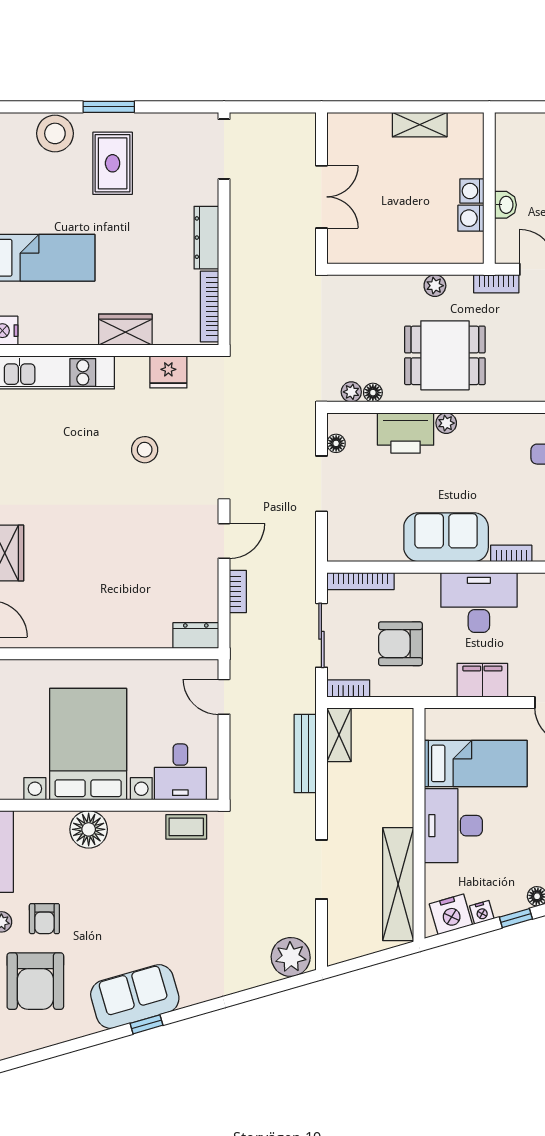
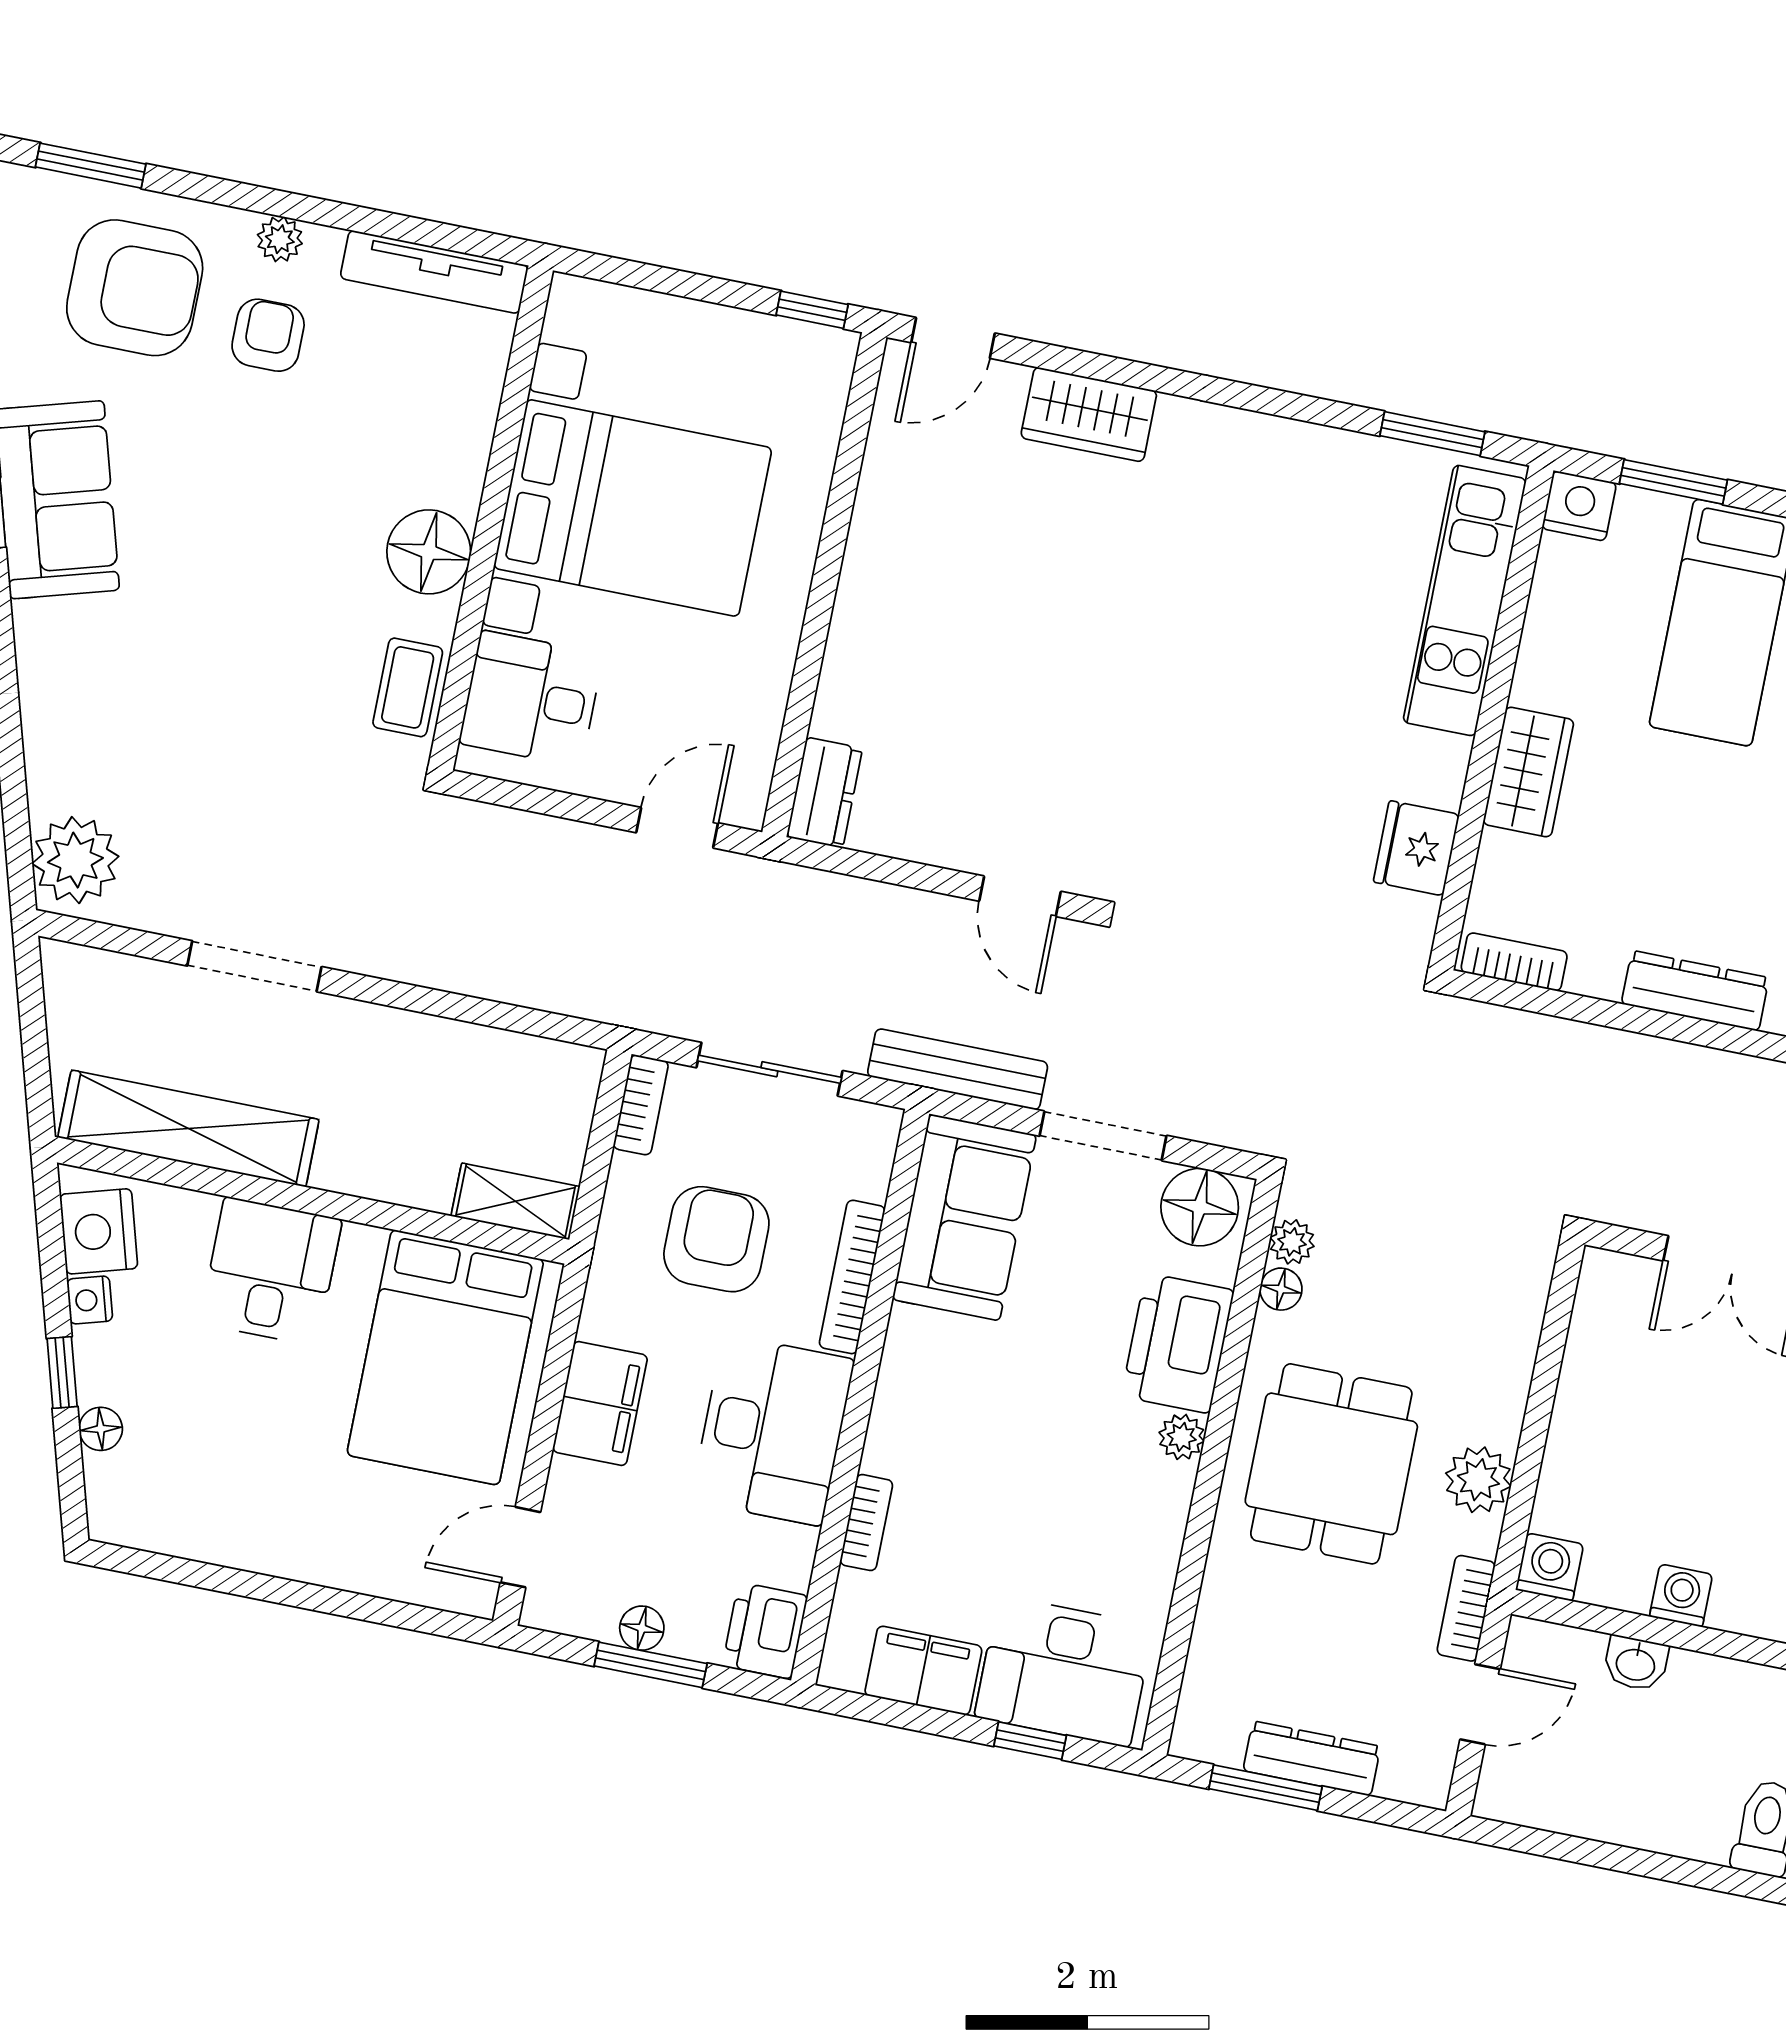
washing machine: (471, 218) -> (1550, 1567), moved
plant: (435, 286) -> (1478, 1480), width x1.38, depth x1.38
bookcase: (210, 306) -> (1514, 962), width x0.64
floor lamp: (336, 443) -> (1200, 1207), width x1.89, depth x1.89
stool: (145, 450) -> (1256, 762), removed
sofa: (446, 537) -> (964, 1217), moved
bookcase: (360, 581) -> (852, 1277), moved
bookcase: (238, 592) -> (903, 905), removed
shelving: (339, 735) -> (516, 1201), moved
bench: (305, 754) -> (958, 1069), moved
bed: (476, 763) -> (445, 1357), width x1.50
desk: (453, 826) -> (271, 1271), width x0.73
floor lamp: (89, 829) -> (429, 552), moved
armchair: (44, 919) -> (268, 335), turned 90
armchair: (35, 981) -> (135, 288), turned 180

